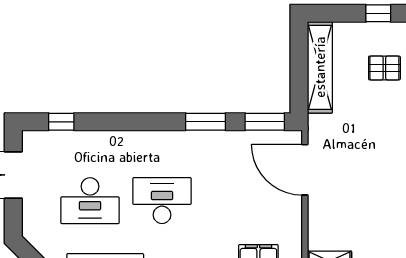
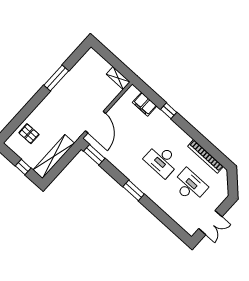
window: (378, 13) -> (23, 167), moved
window: (61, 122) -> (173, 226), removed
window: (206, 122) -> (134, 190), moved

